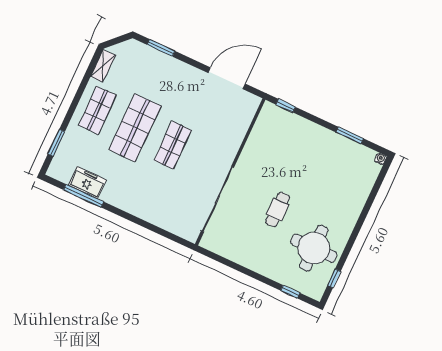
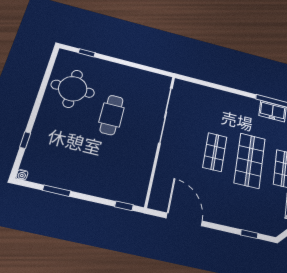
window: (161, 48) -> (249, 234), width x0.67
door: (227, 78) -> (184, 219), swing flipped
cafe table: (278, 210) -> (112, 115), width x1.37, depth x1.35
window: (334, 278) -> (25, 140), moved

